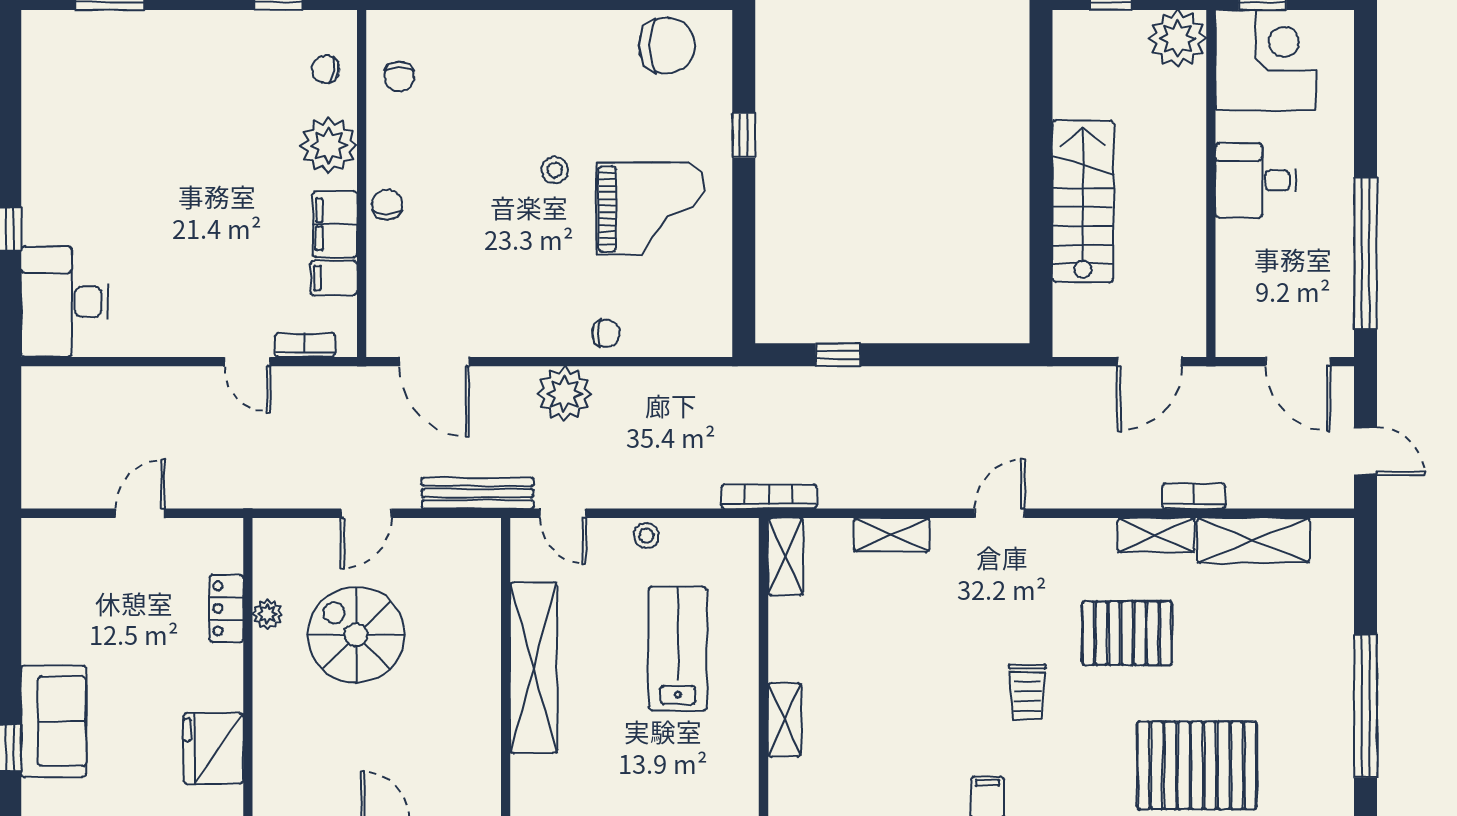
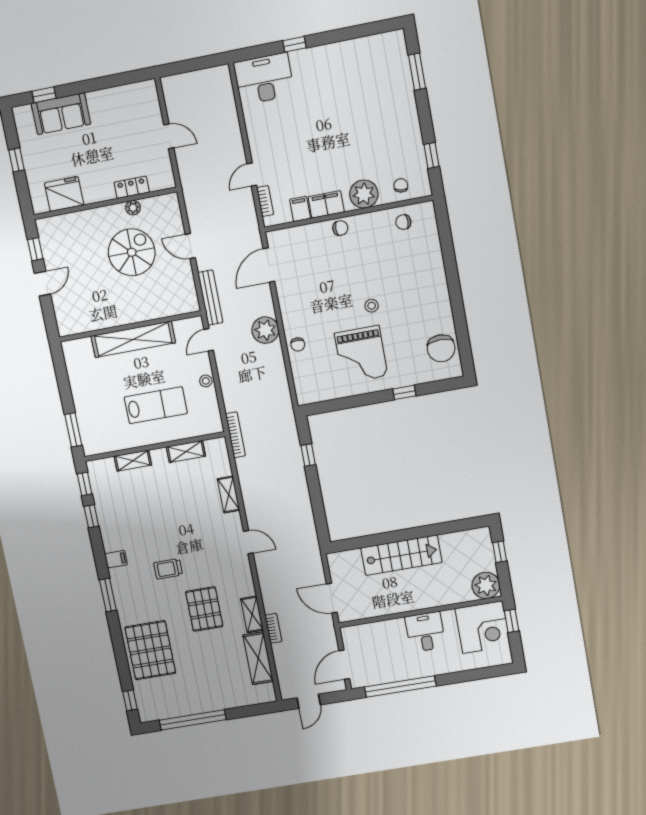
shelving: (785, 557) -> (186, 452), moved

